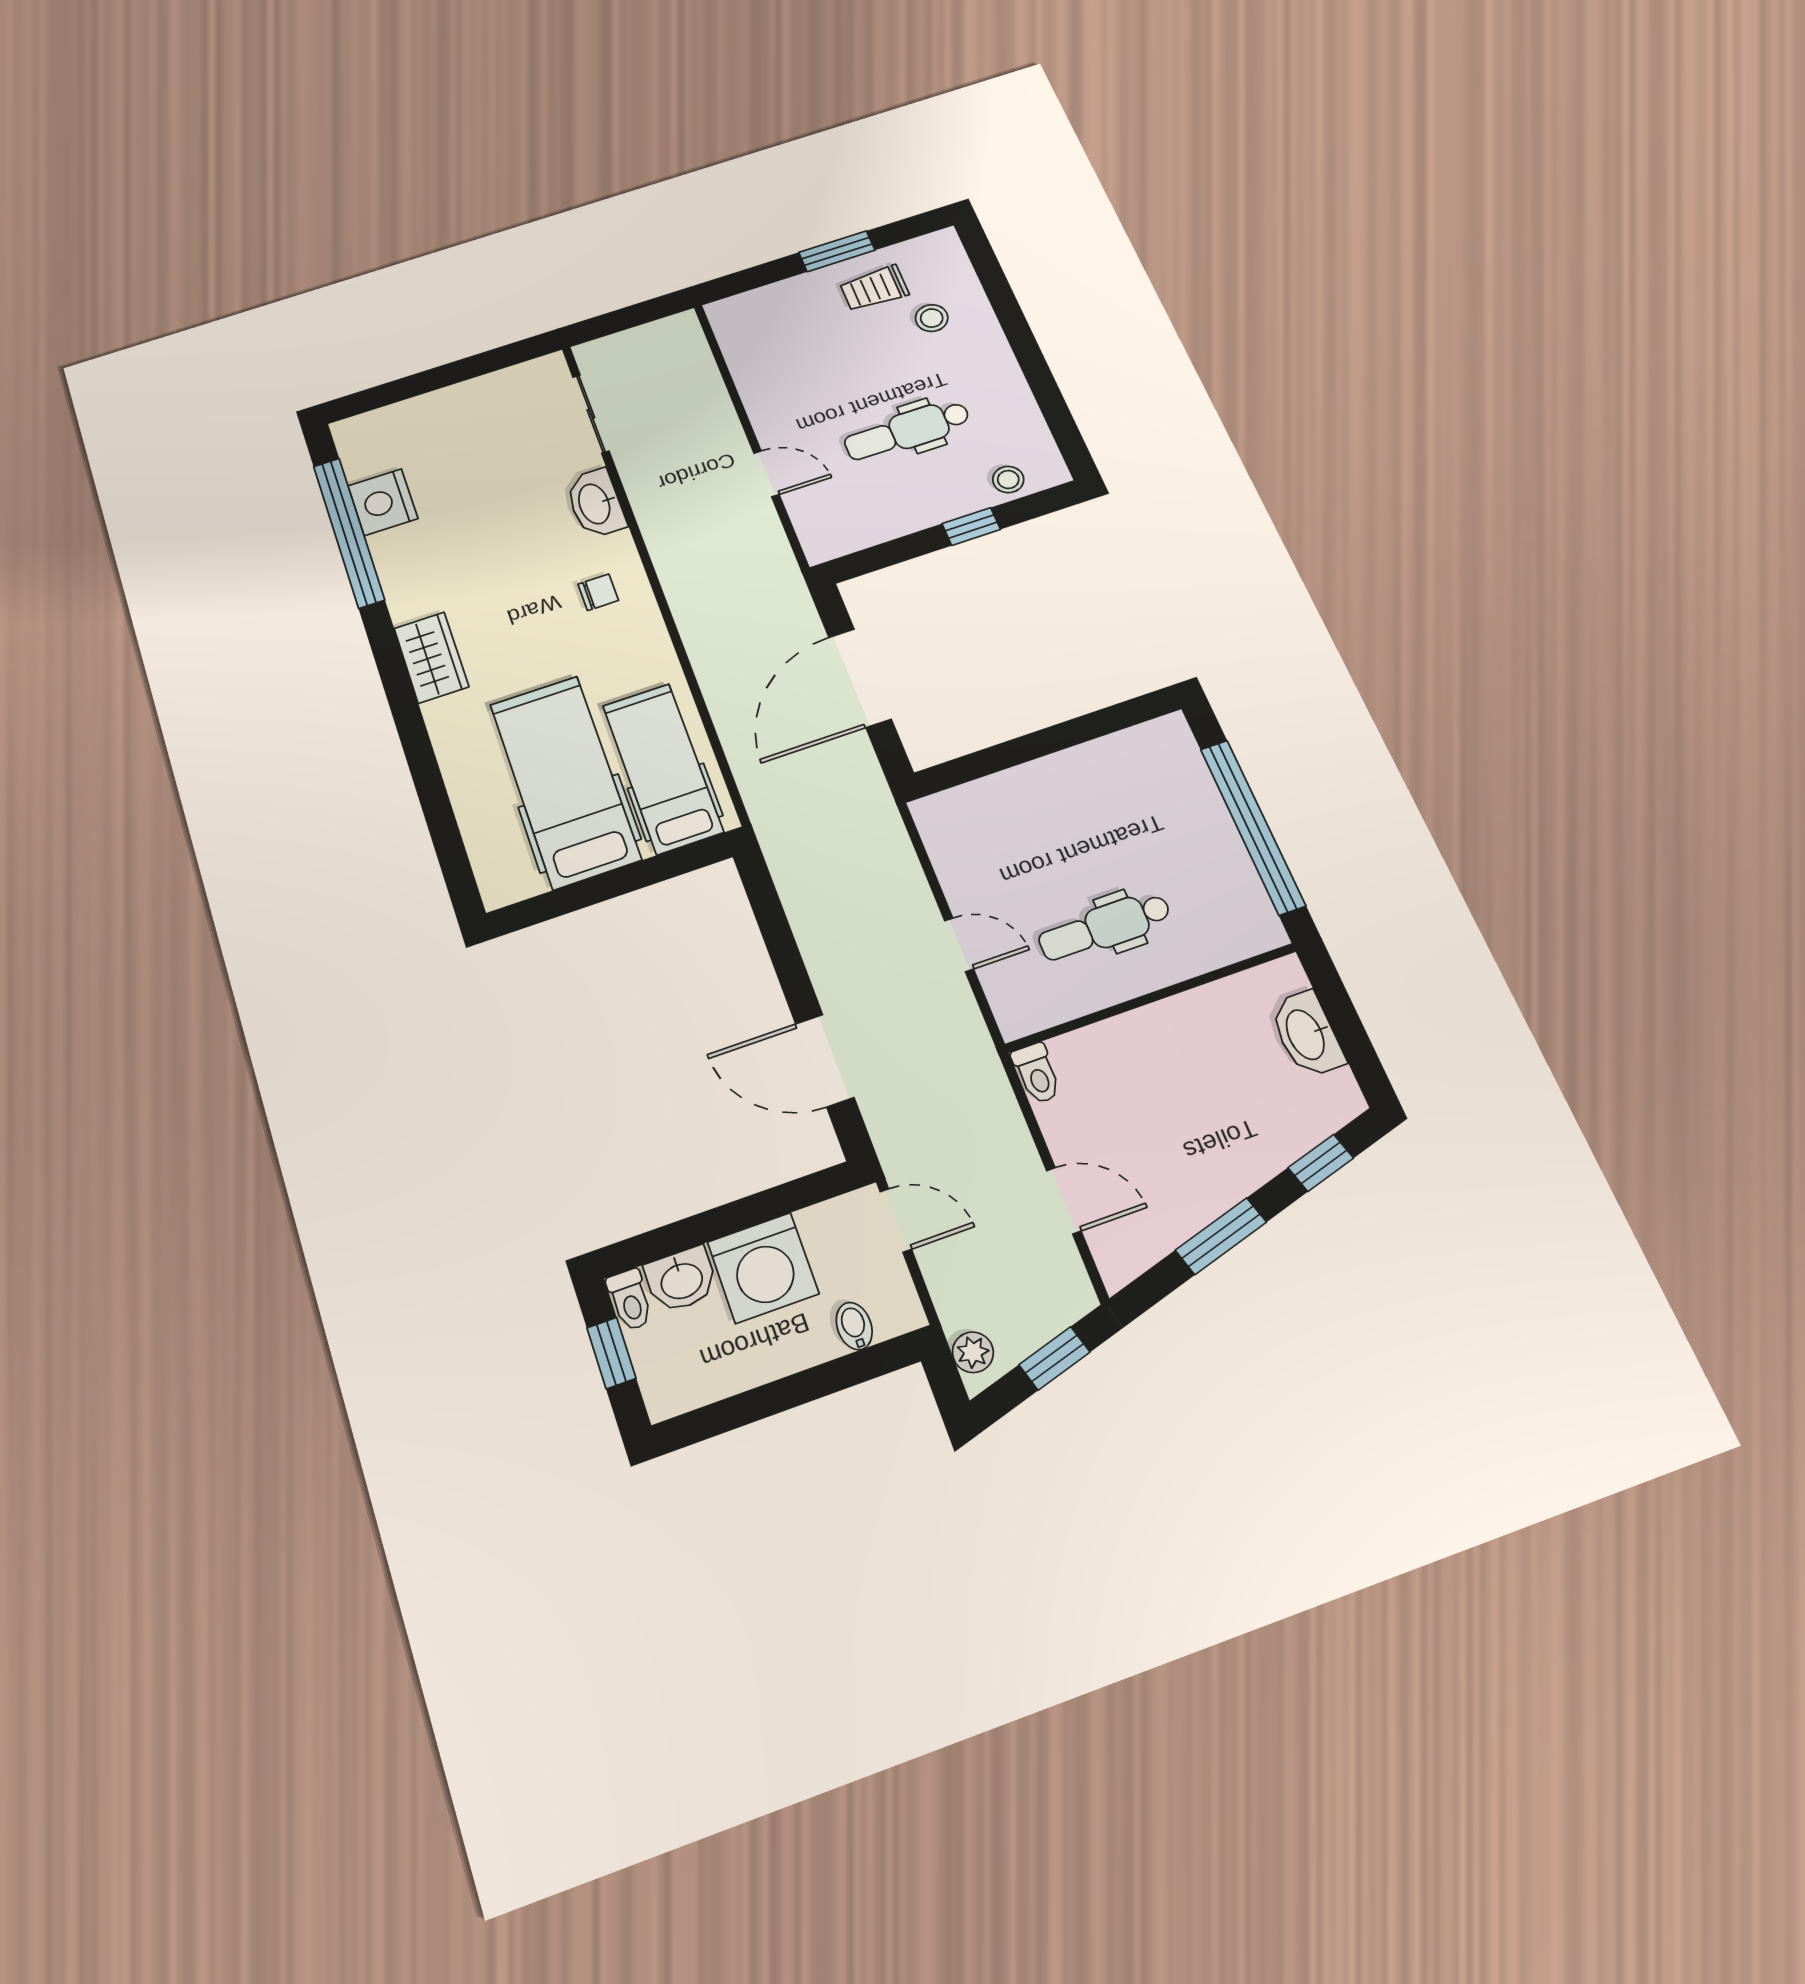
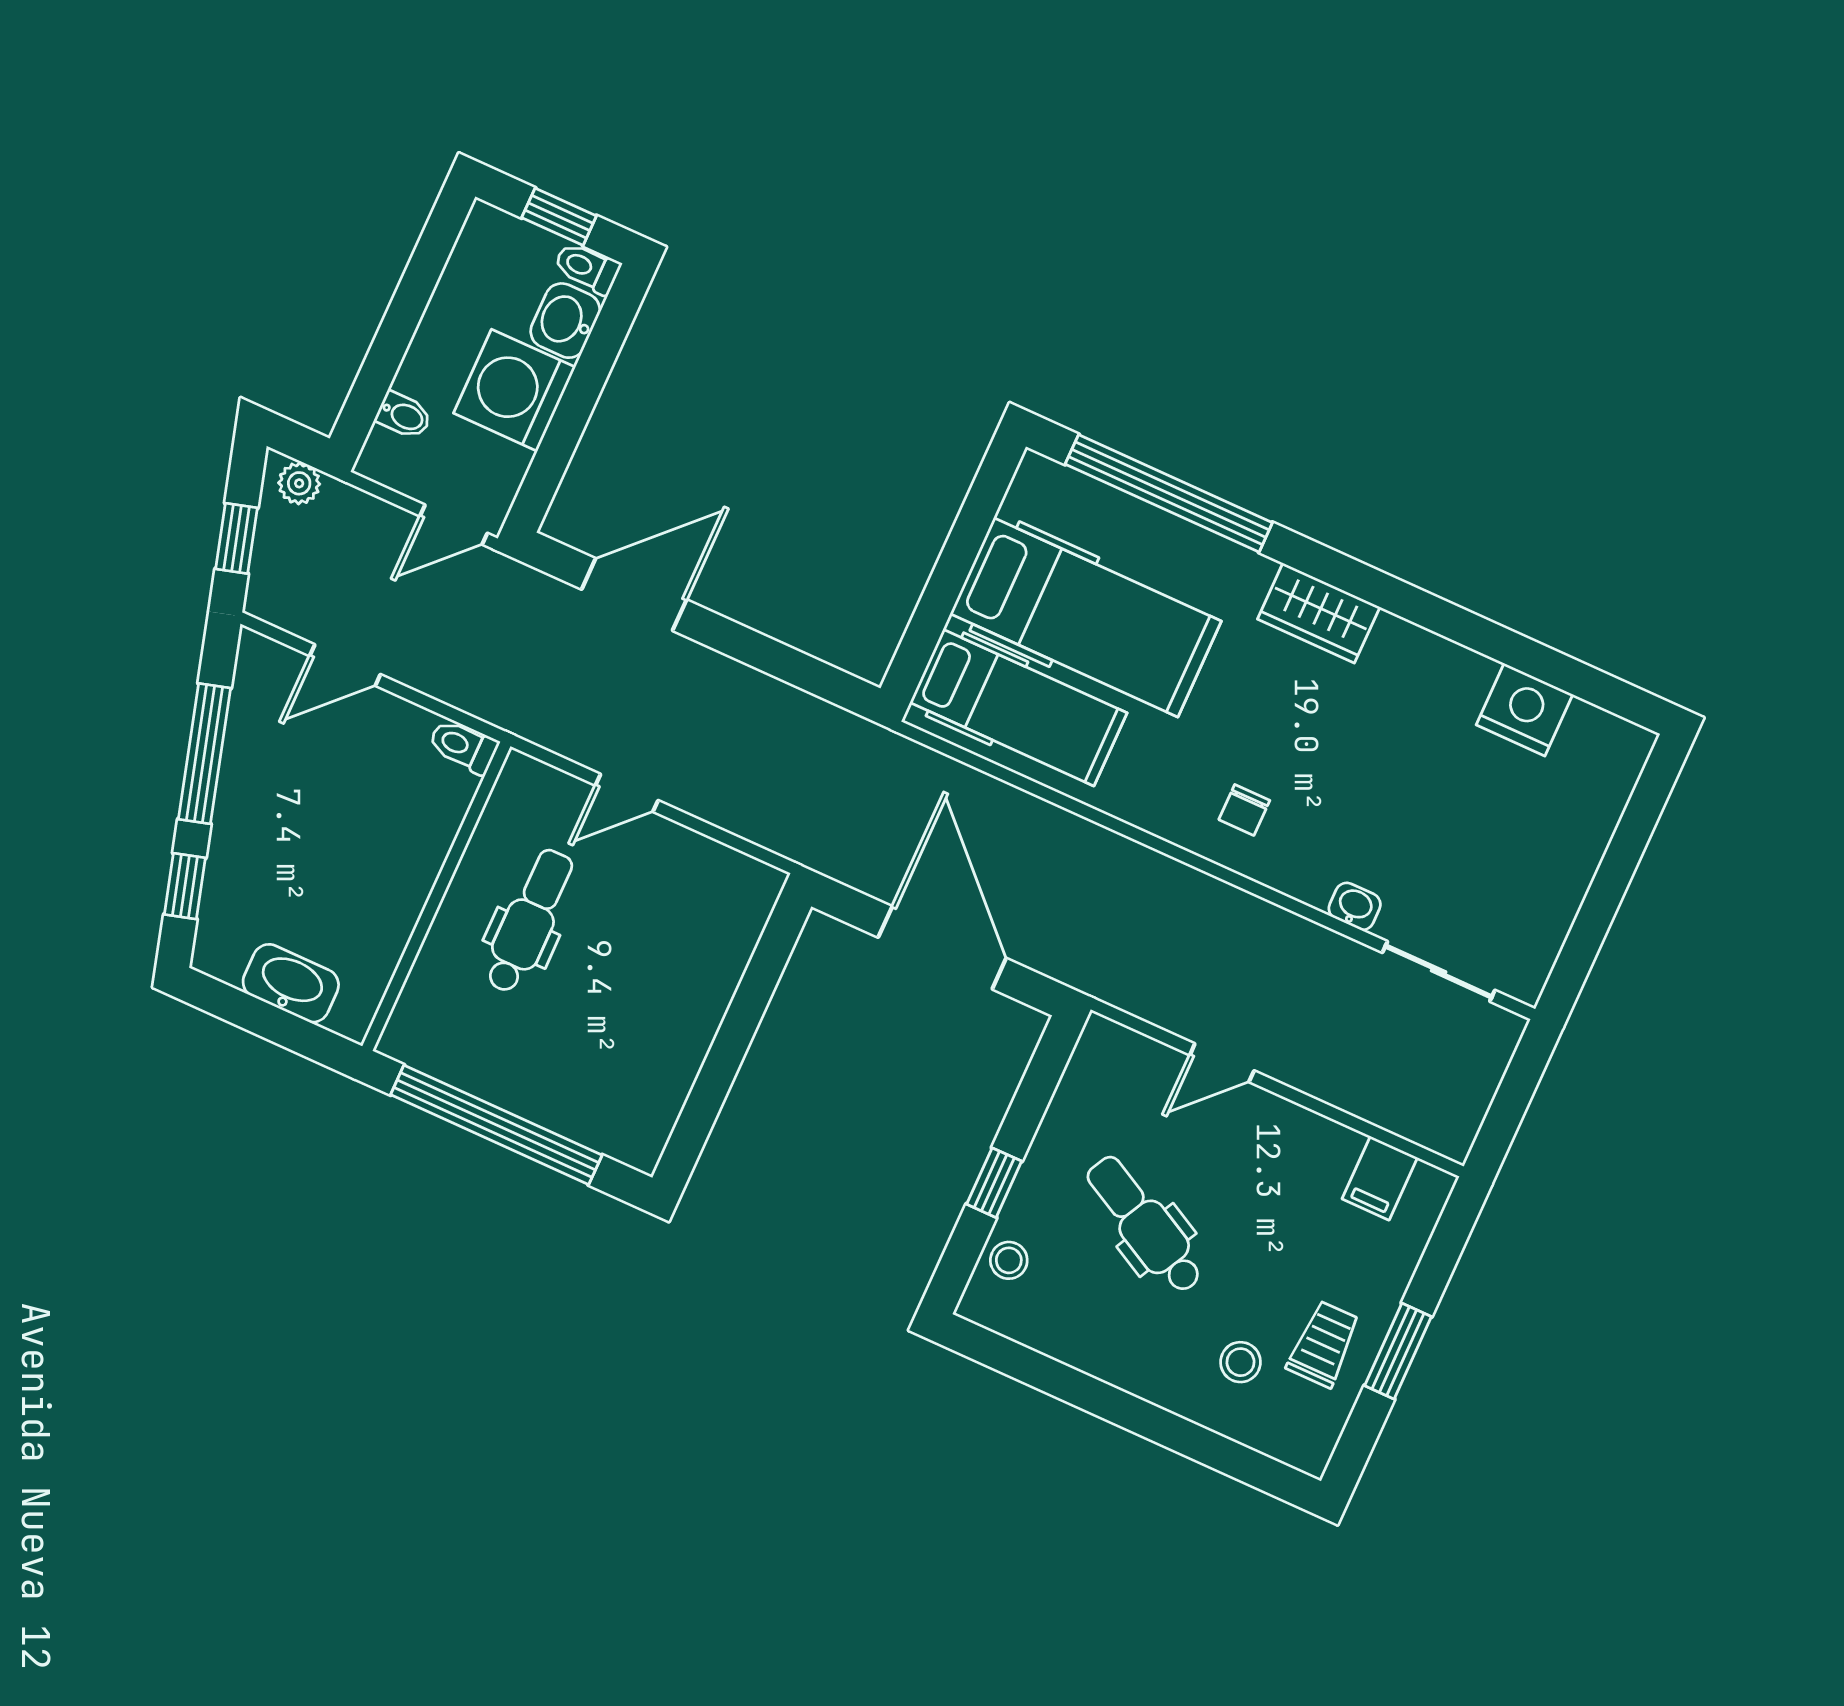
filing cabinet: (747, 341) -> (1380, 1178), added
dental chair: (907, 431) -> (1145, 1225), turned -62
washbasin: (595, 504) -> (1355, 906), width x0.52, depth x0.69
window: (349, 532) -> (1169, 493), moved
window: (1221, 1236) -> (205, 754), width x1.44

